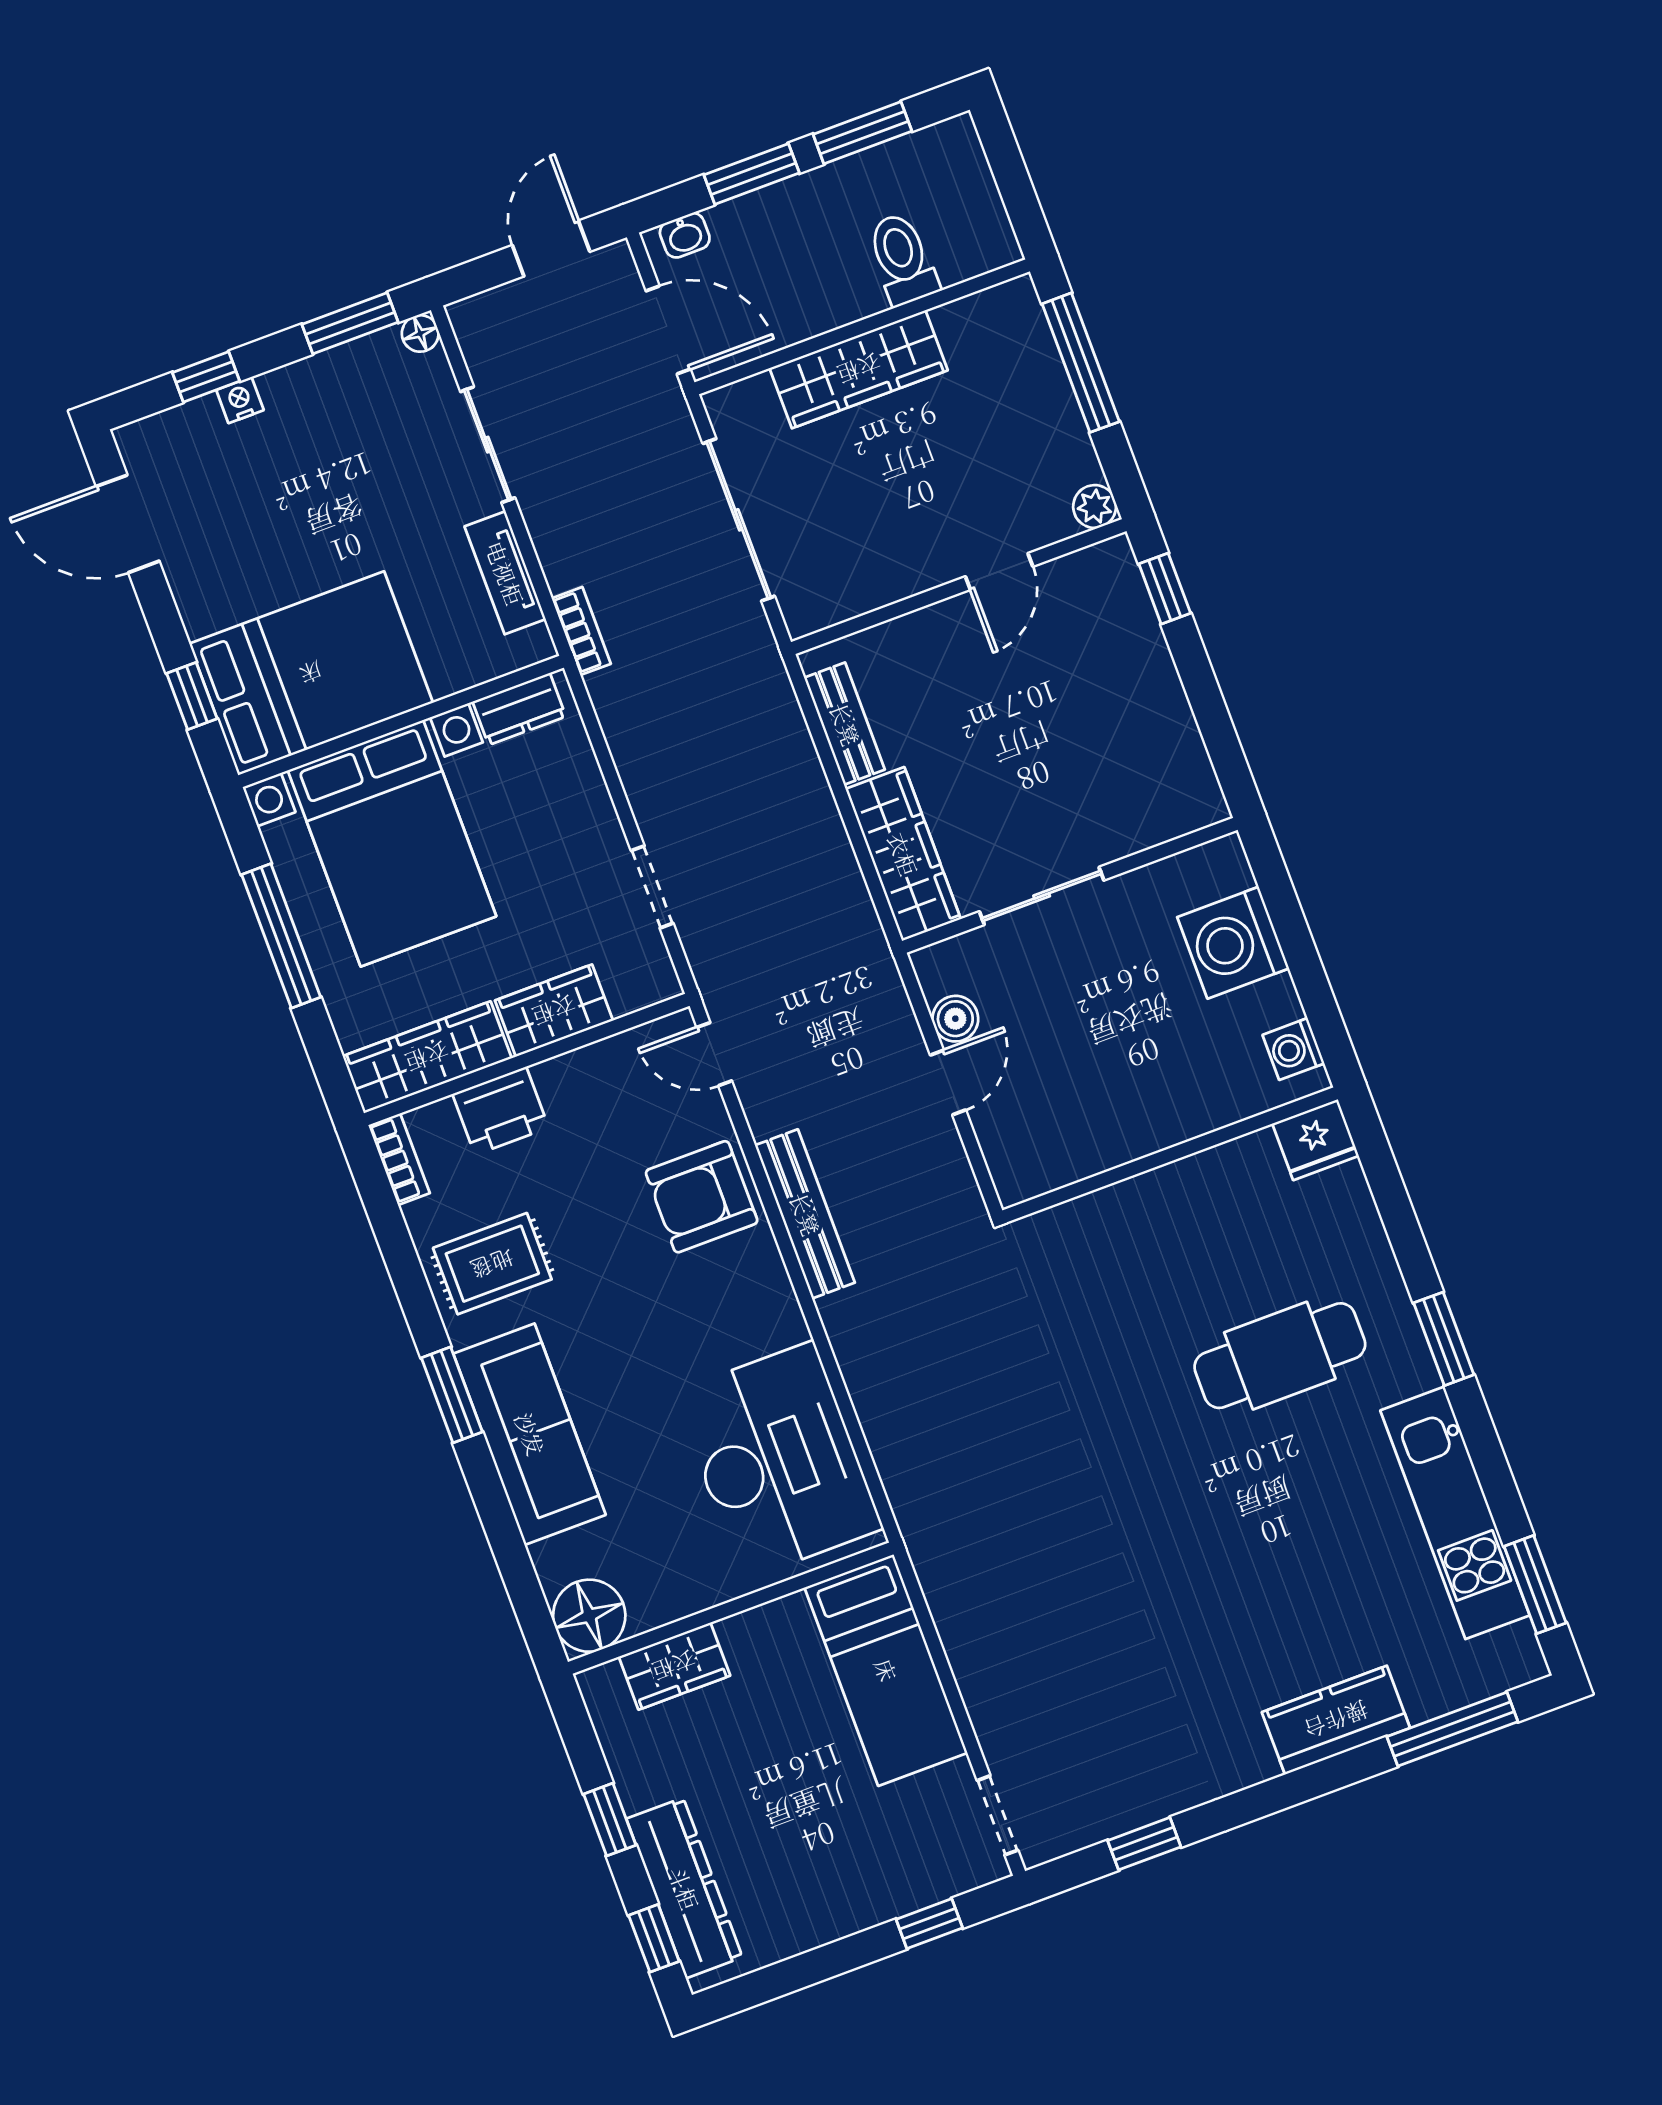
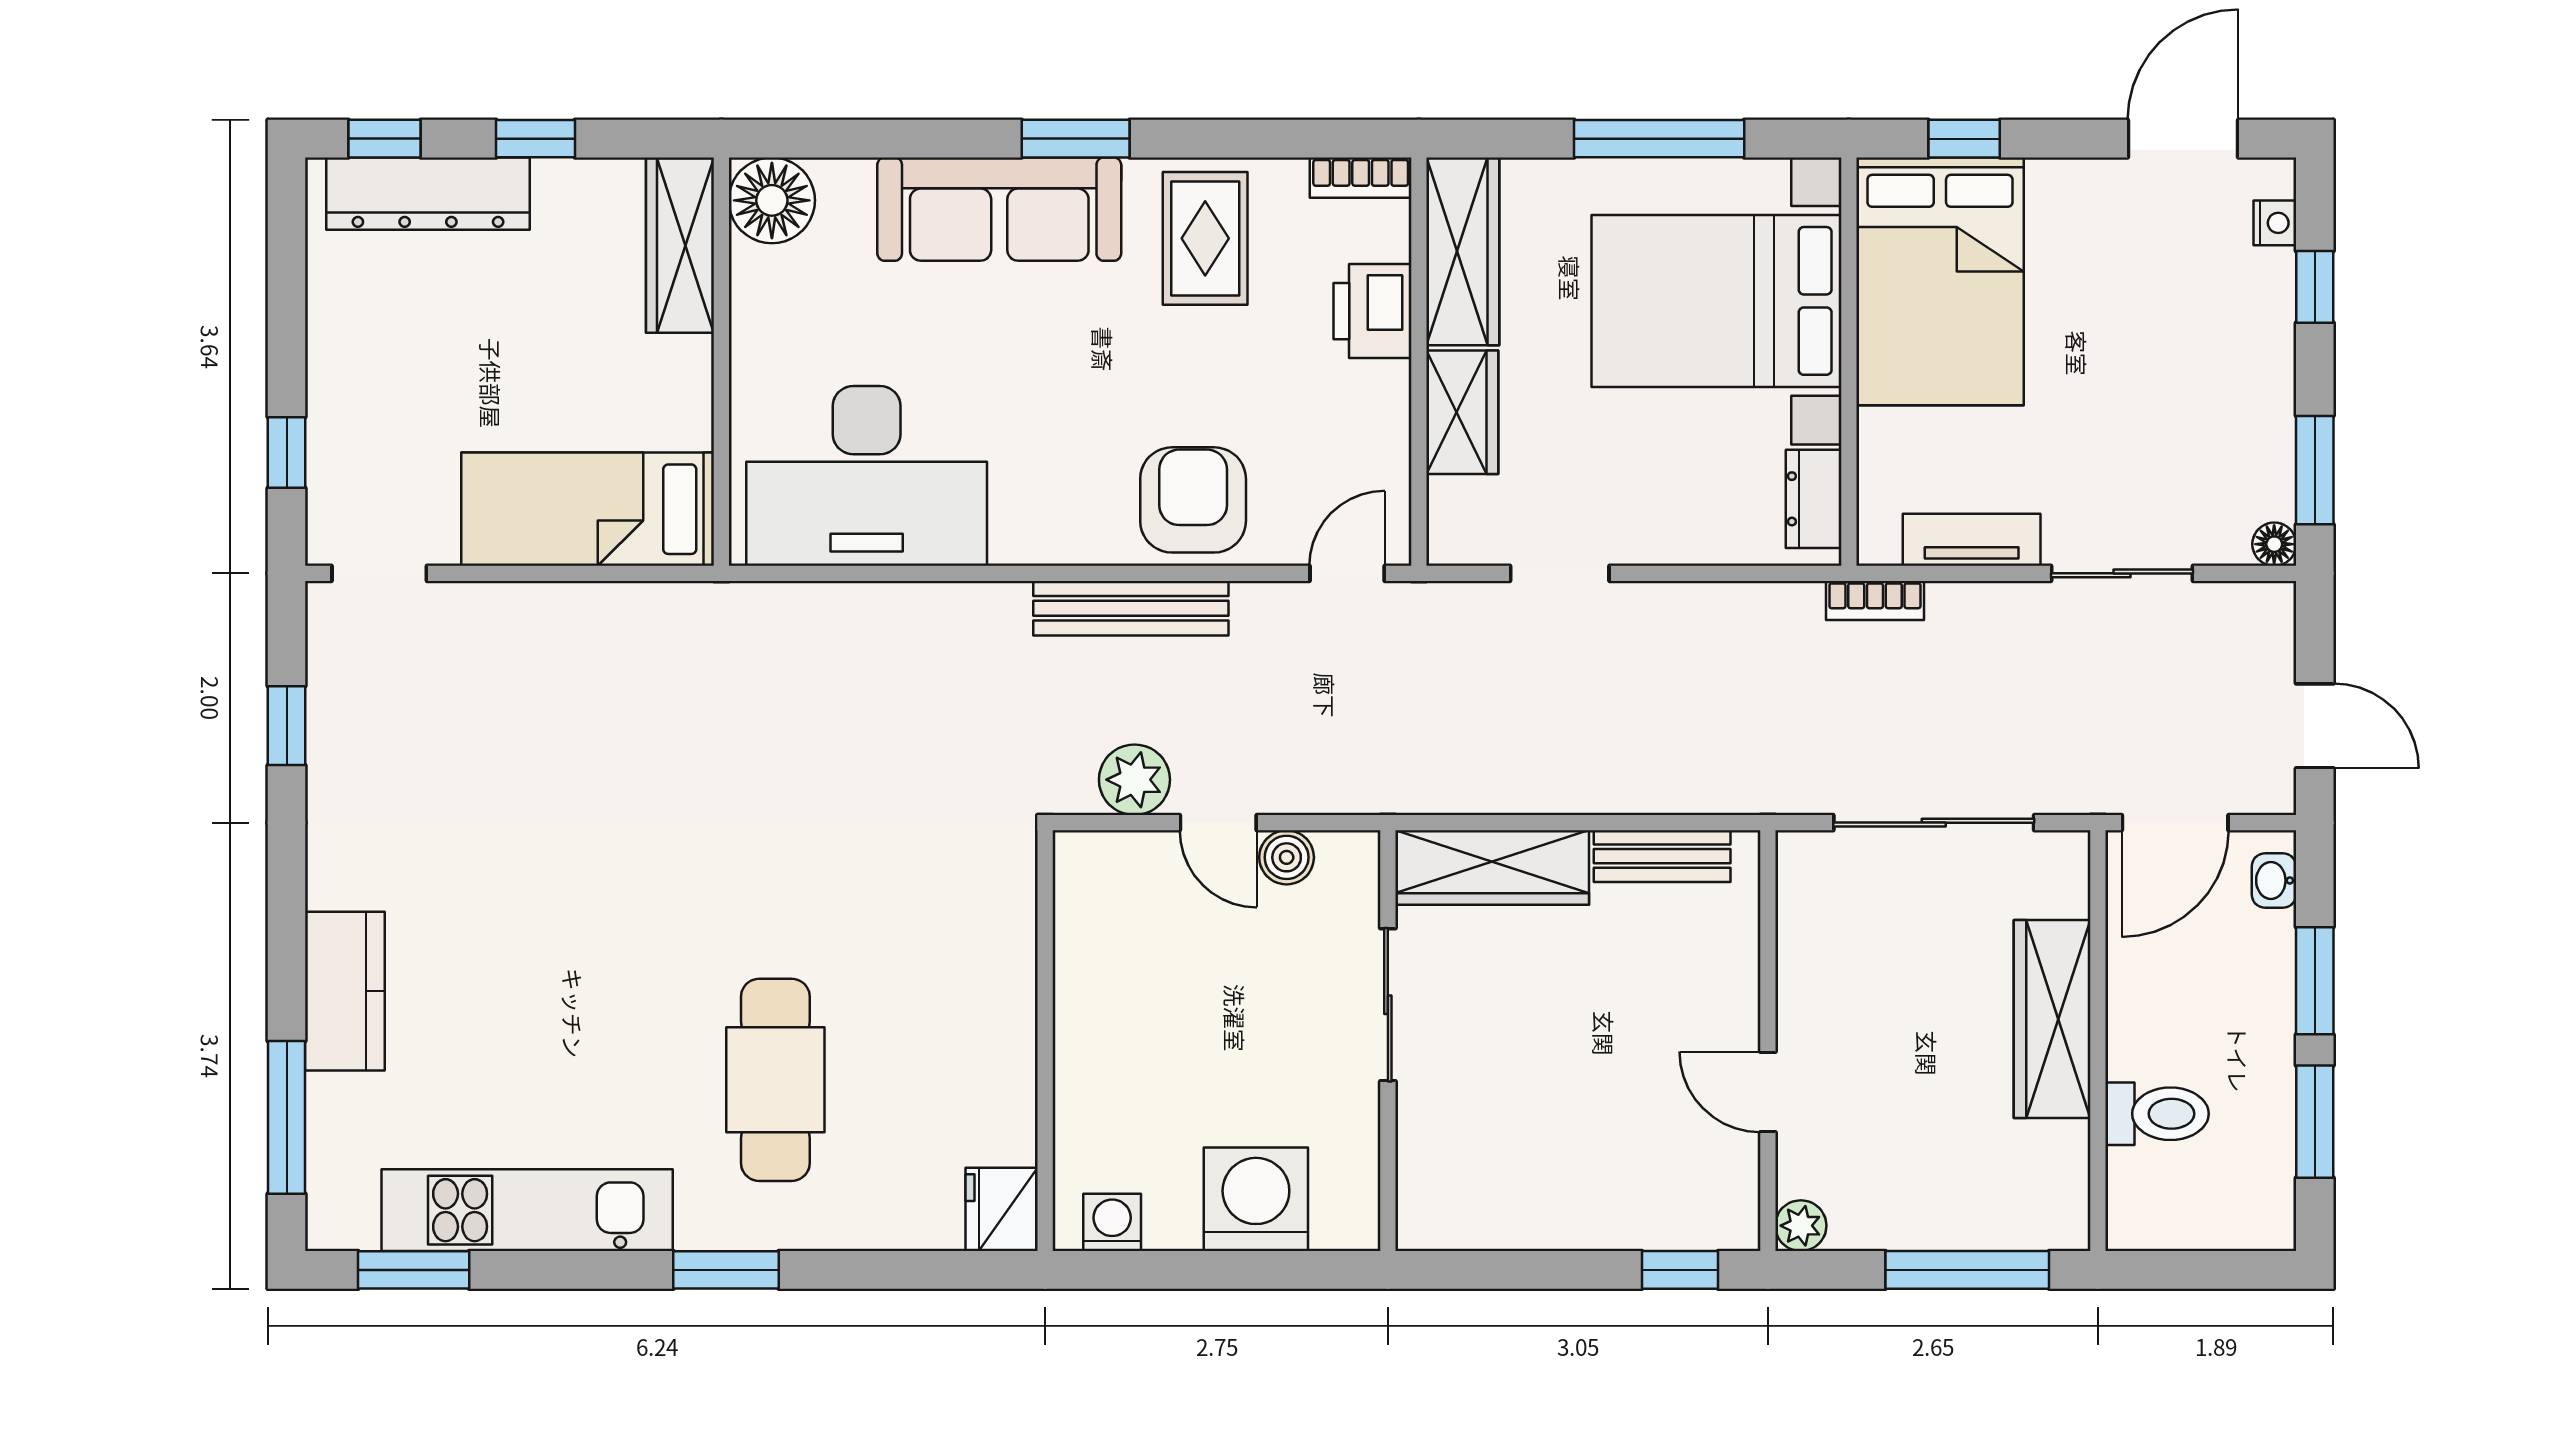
nightstand: (240, 400) -> (2275, 223), moved
plant: (939, 1161) -> (1134, 780), added
wardrobe: (674, 1666) -> (680, 245), width x1.50

